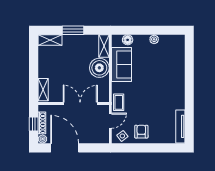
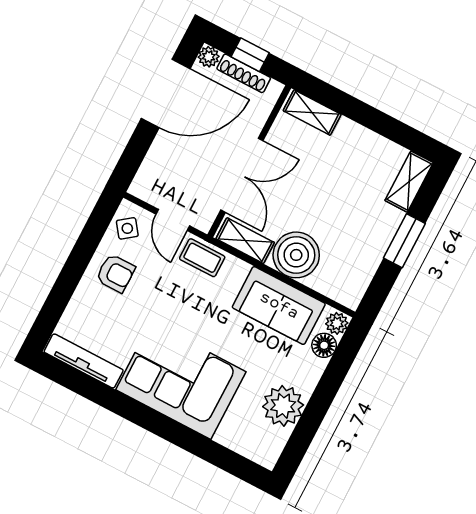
plant: (117, 39) -> (337, 323), added
plant: (154, 39) -> (283, 406), width x1.87, depth x1.87
shelving: (104, 46) -> (245, 241), moved
corner sofa: (169, 86) -> (181, 381), added

